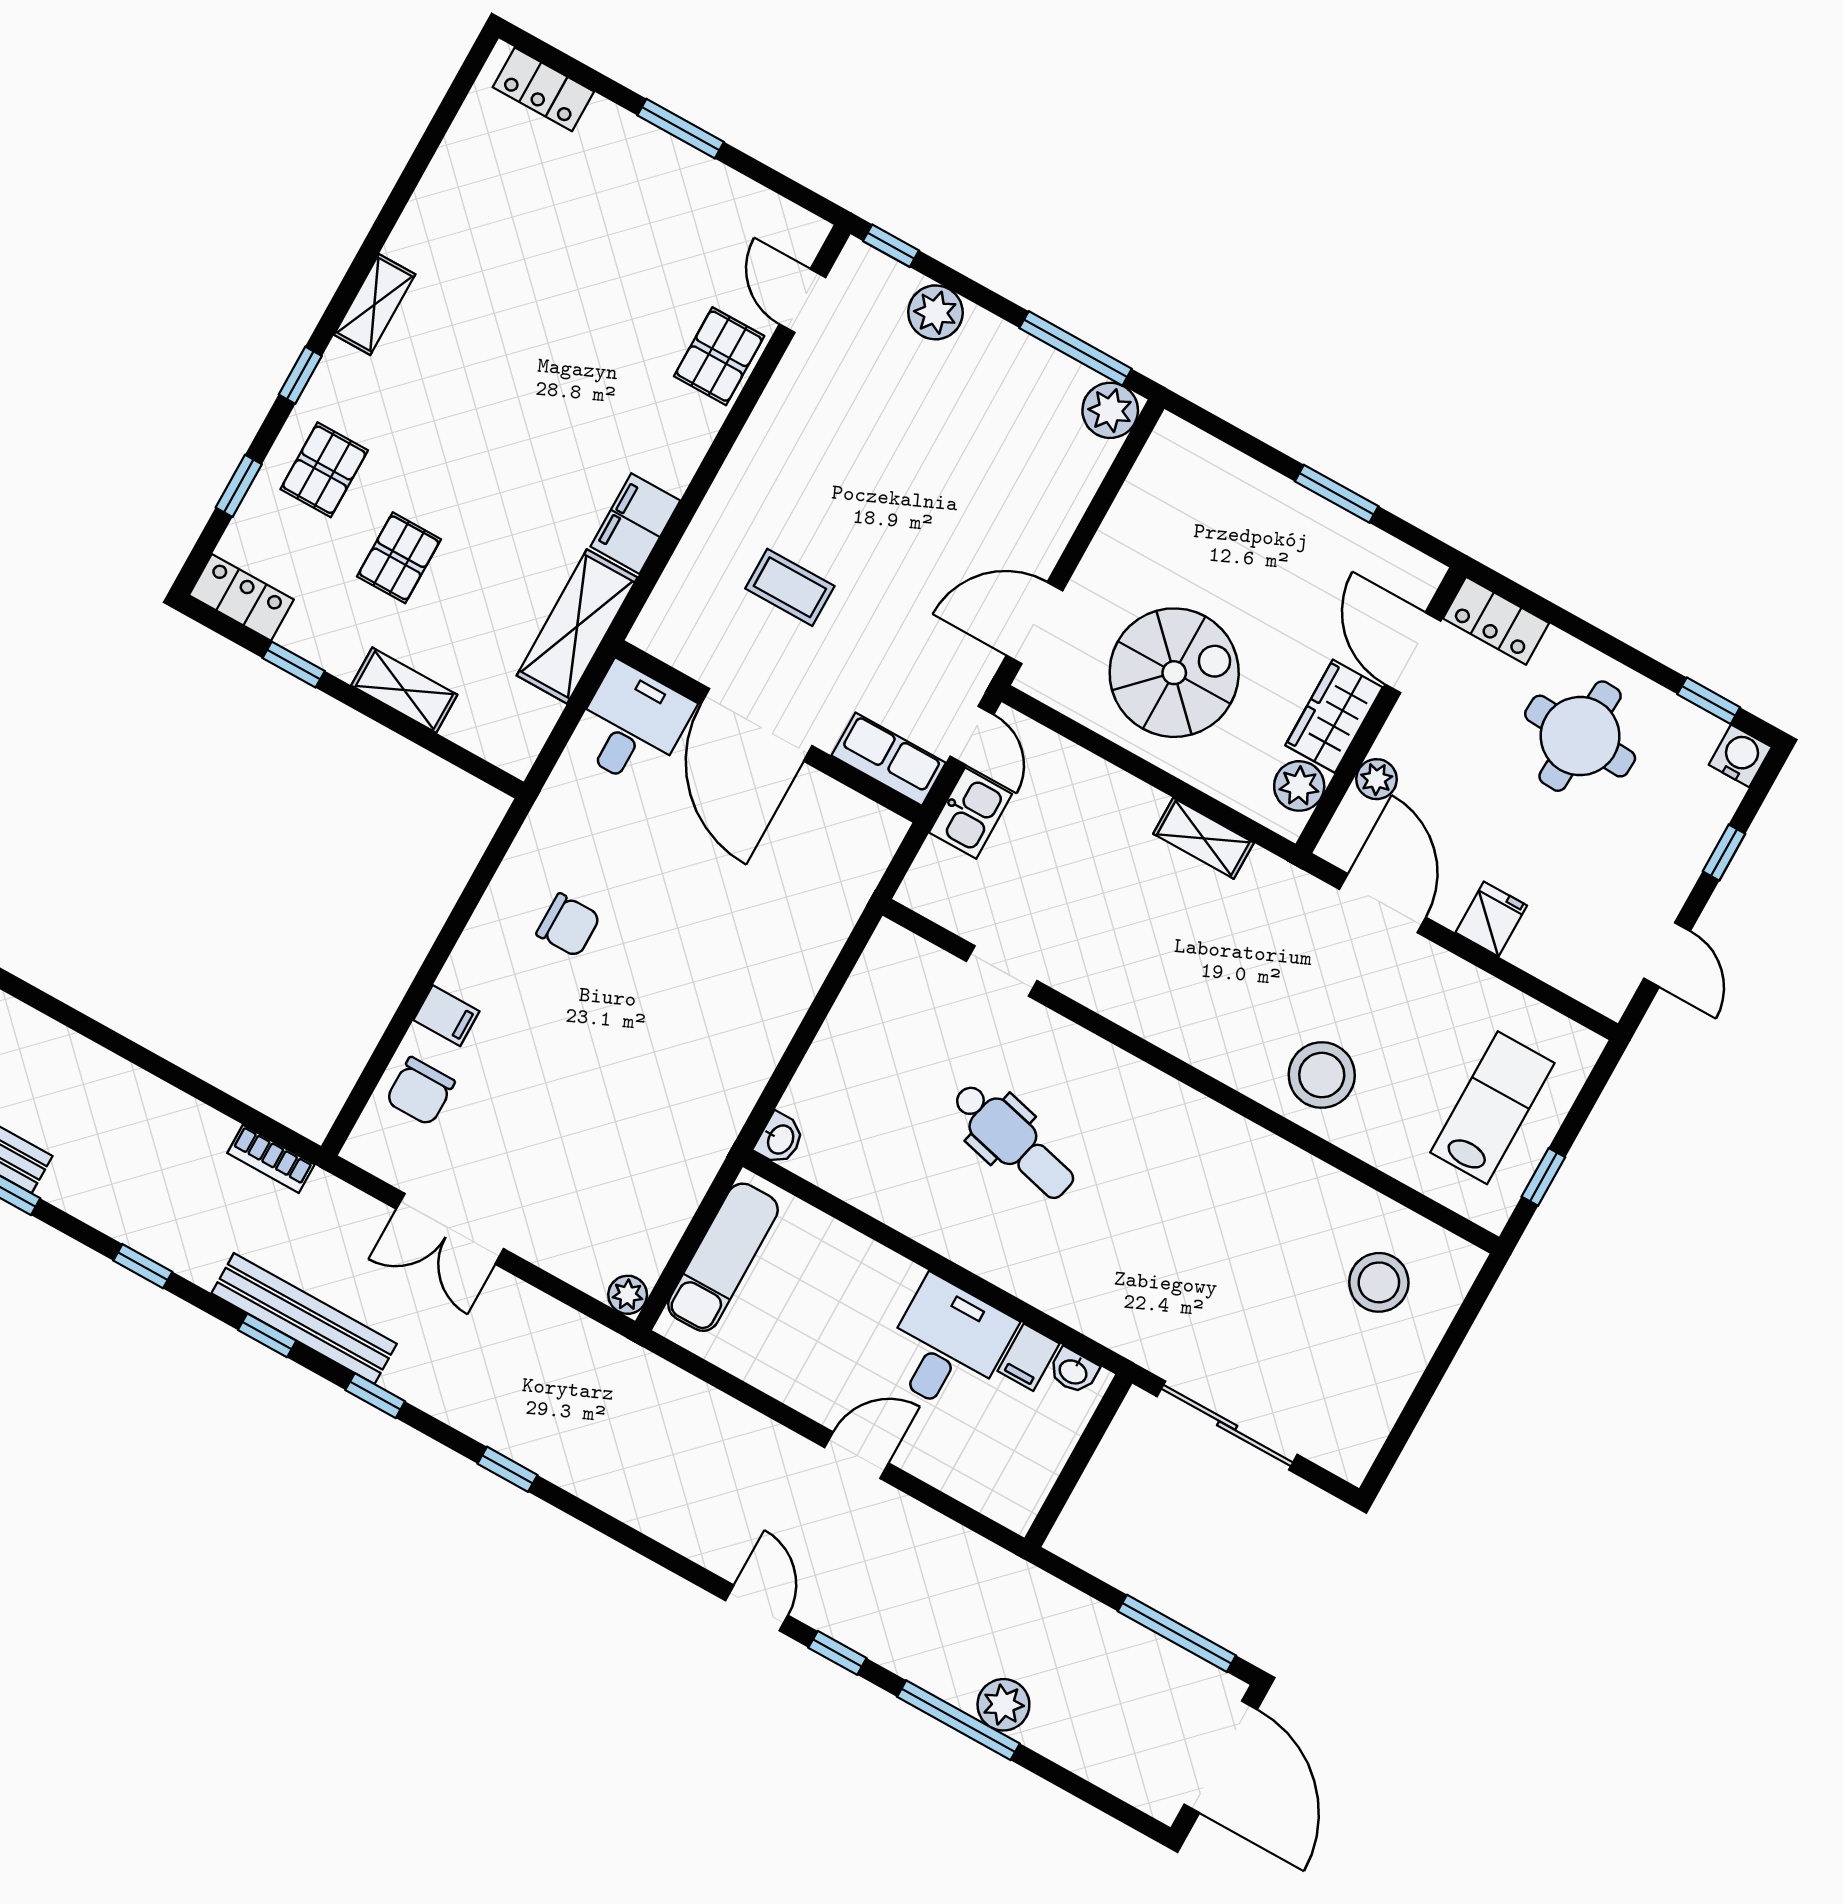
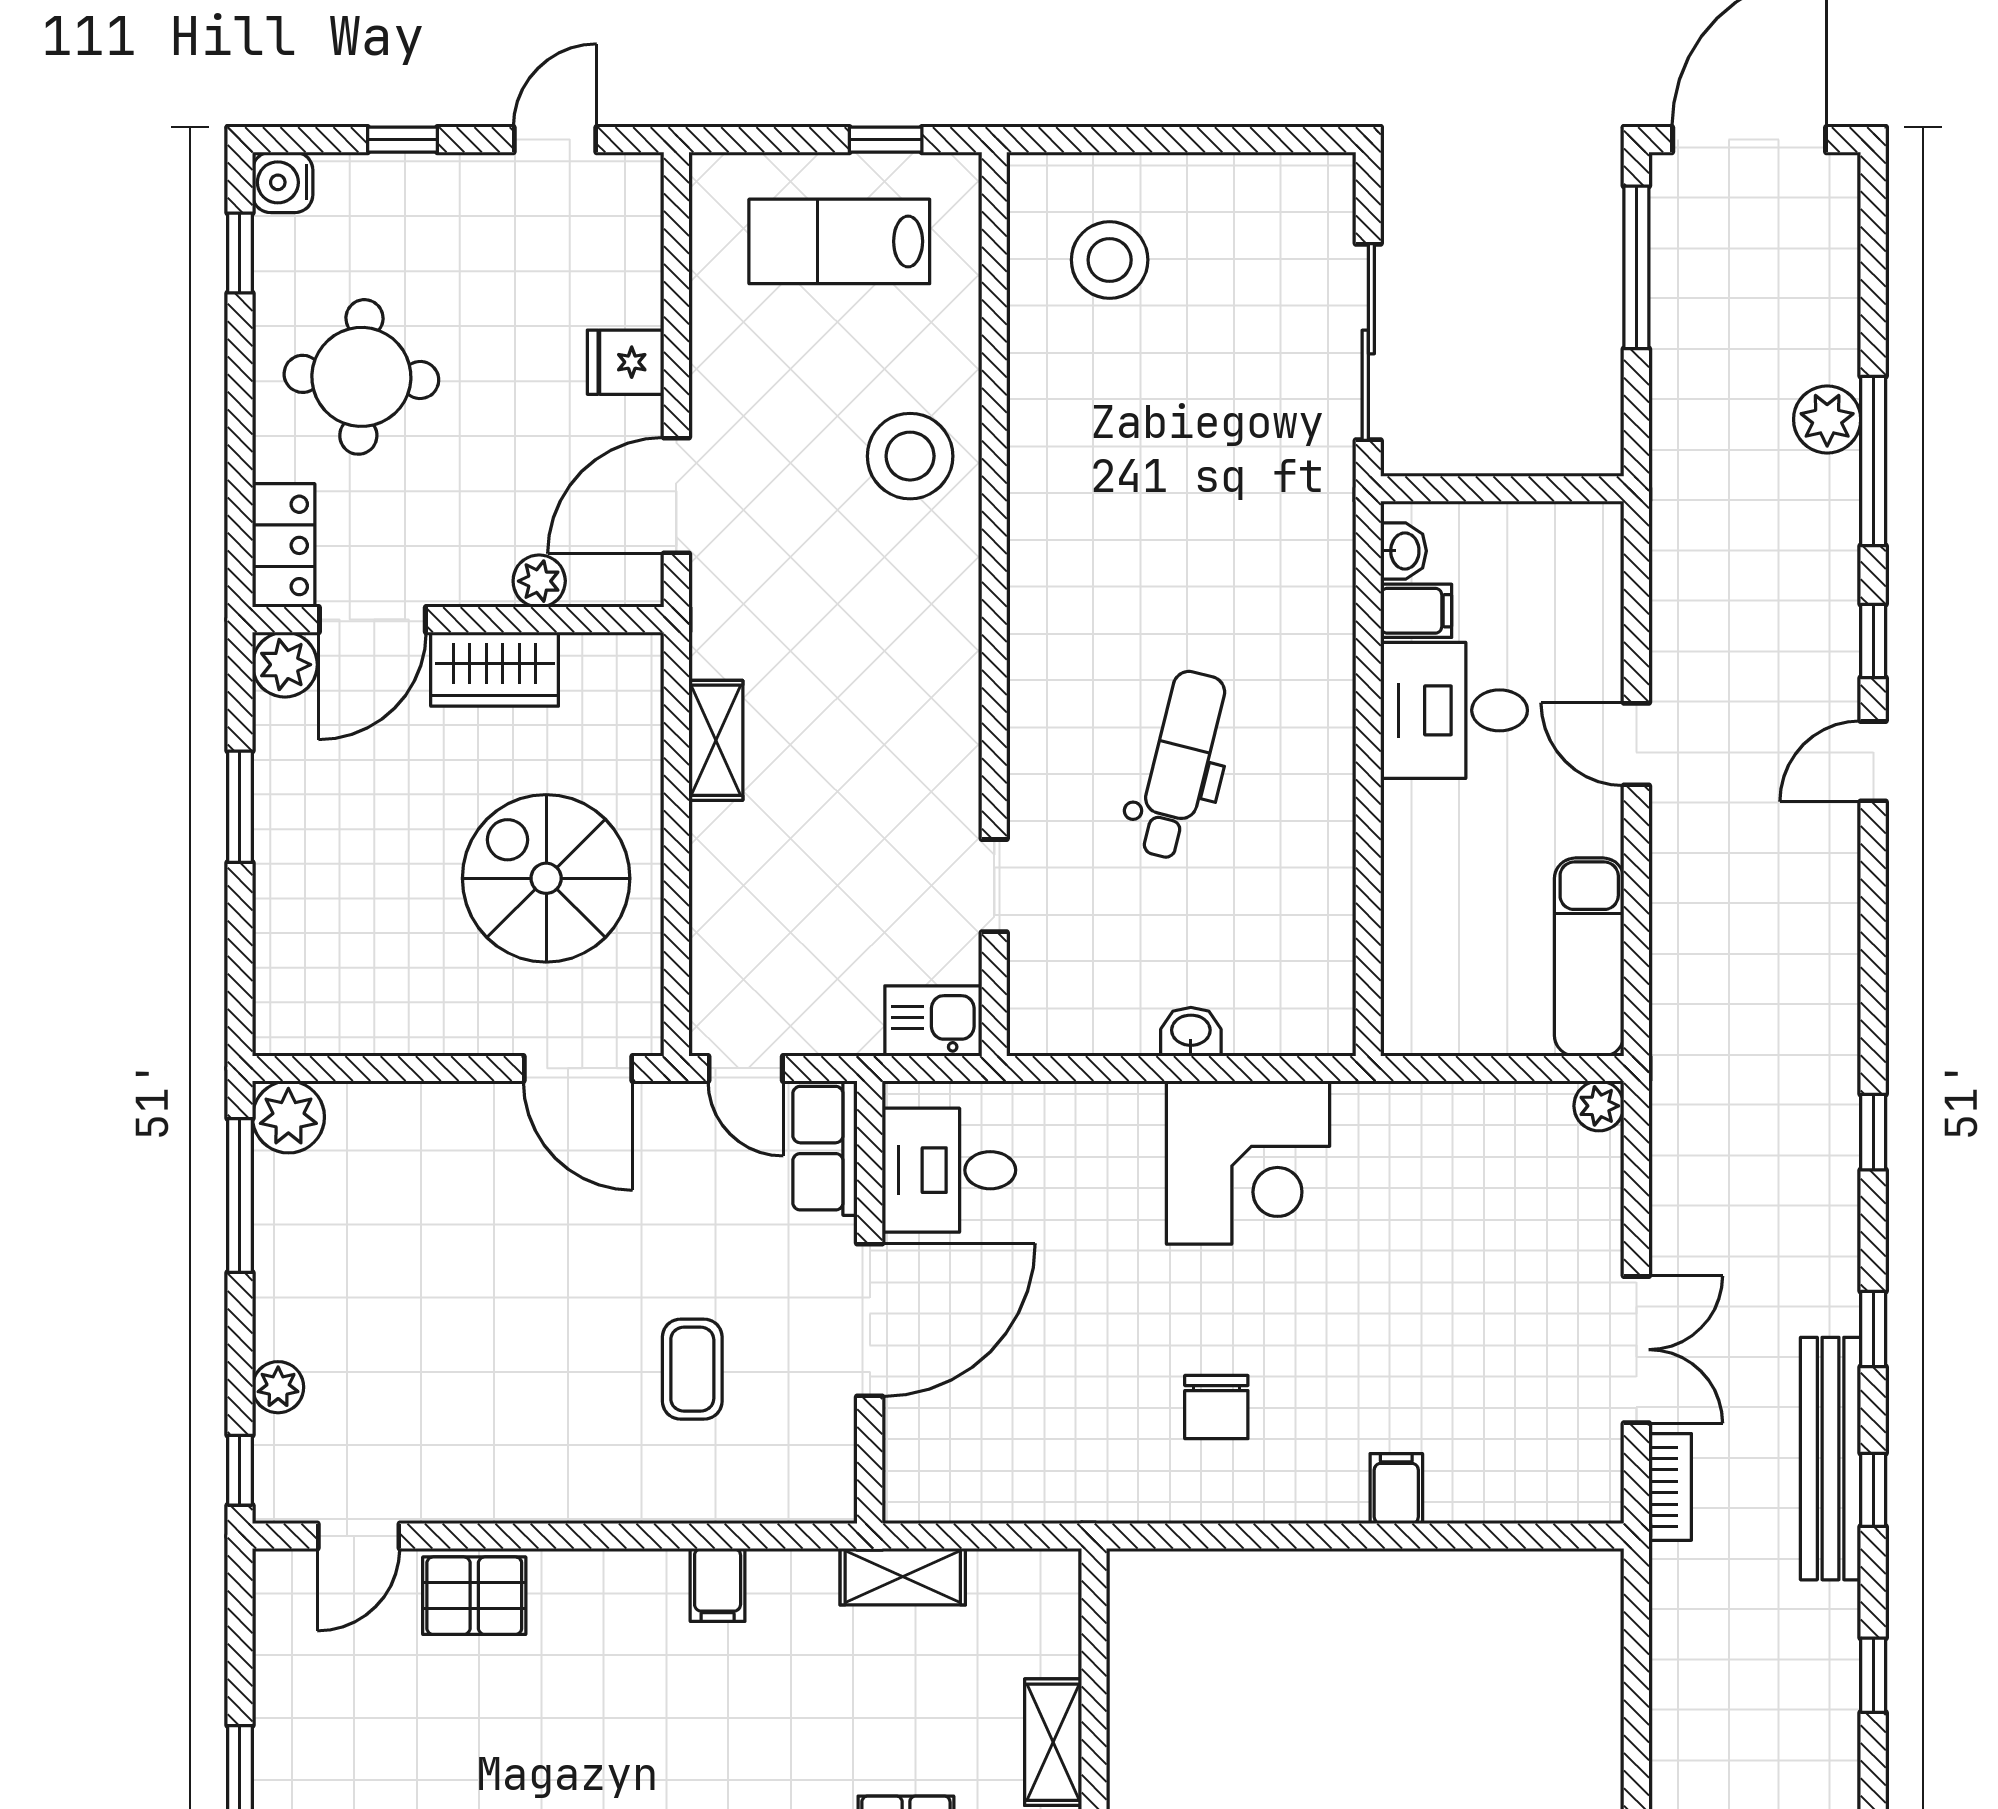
plant: (935, 312) -> (278, 1387), width x0.73, depth x0.73
filing cabinet: (635, 524) -> (718, 1585), width x0.50
shelving: (577, 627) -> (903, 1577), width x0.67, depth x0.75
desk: (632, 725) -> (949, 1170), moved
door: (972, 736) -> (746, 1068), swing flipped
plant: (1299, 786) -> (285, 665), moved
kitchen sink: (971, 813) -> (933, 1021), moved
chair: (568, 925) -> (1216, 1407), turned 180
corner desk: (721, 1038) -> (1248, 1163), added
chair: (420, 1091) -> (1499, 1470), removed
washbasin: (780, 1139) -> (1191, 1032), moved
bookcase: (271, 1159) -> (1670, 1487), moved
exam couch: (723, 1257) -> (1589, 957), moved, turned -90

